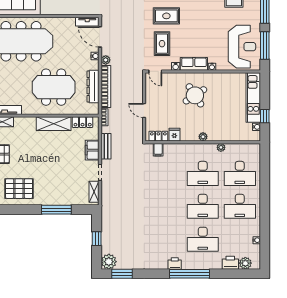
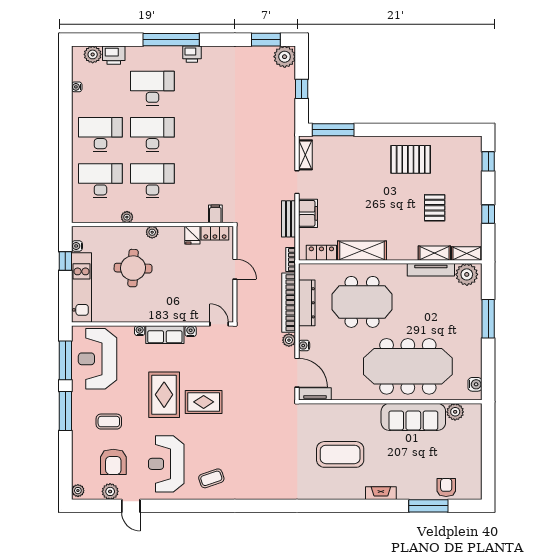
rug: (162, 44) -> (164, 395), moved, width x1.36, depth x1.43
round table: (195, 95) -> (133, 268), moved, turned 35
window: (56, 210) -> (333, 130), moved

